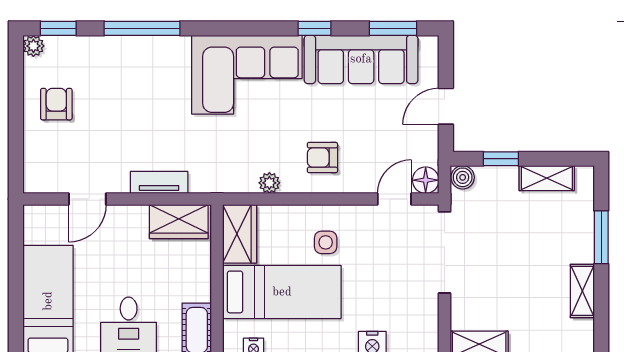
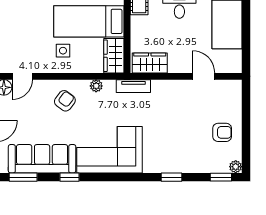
window: (142, 28) -> (171, 177), width x0.46
armchair: (56, 104) -> (222, 132), turned -90
armchair: (322, 158) -> (65, 101), turned -53
tv unit: (159, 182) -> (133, 86), moved
door: (87, 199) -> (204, 76), hinge flipped

